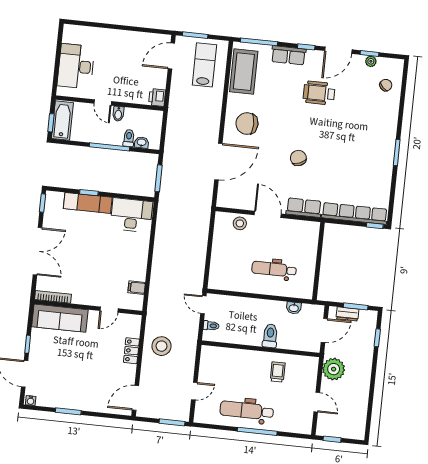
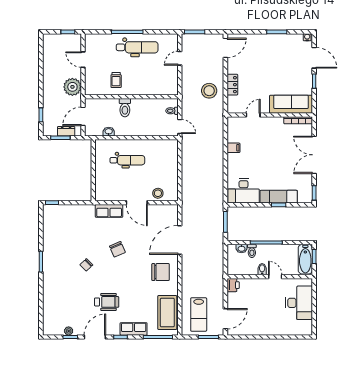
chair: (386, 85) -> (86, 265), moved
row of seats: (355, 213) -> (69, 210), removed
filing cabinet: (137, 288) -> (233, 148), moved

